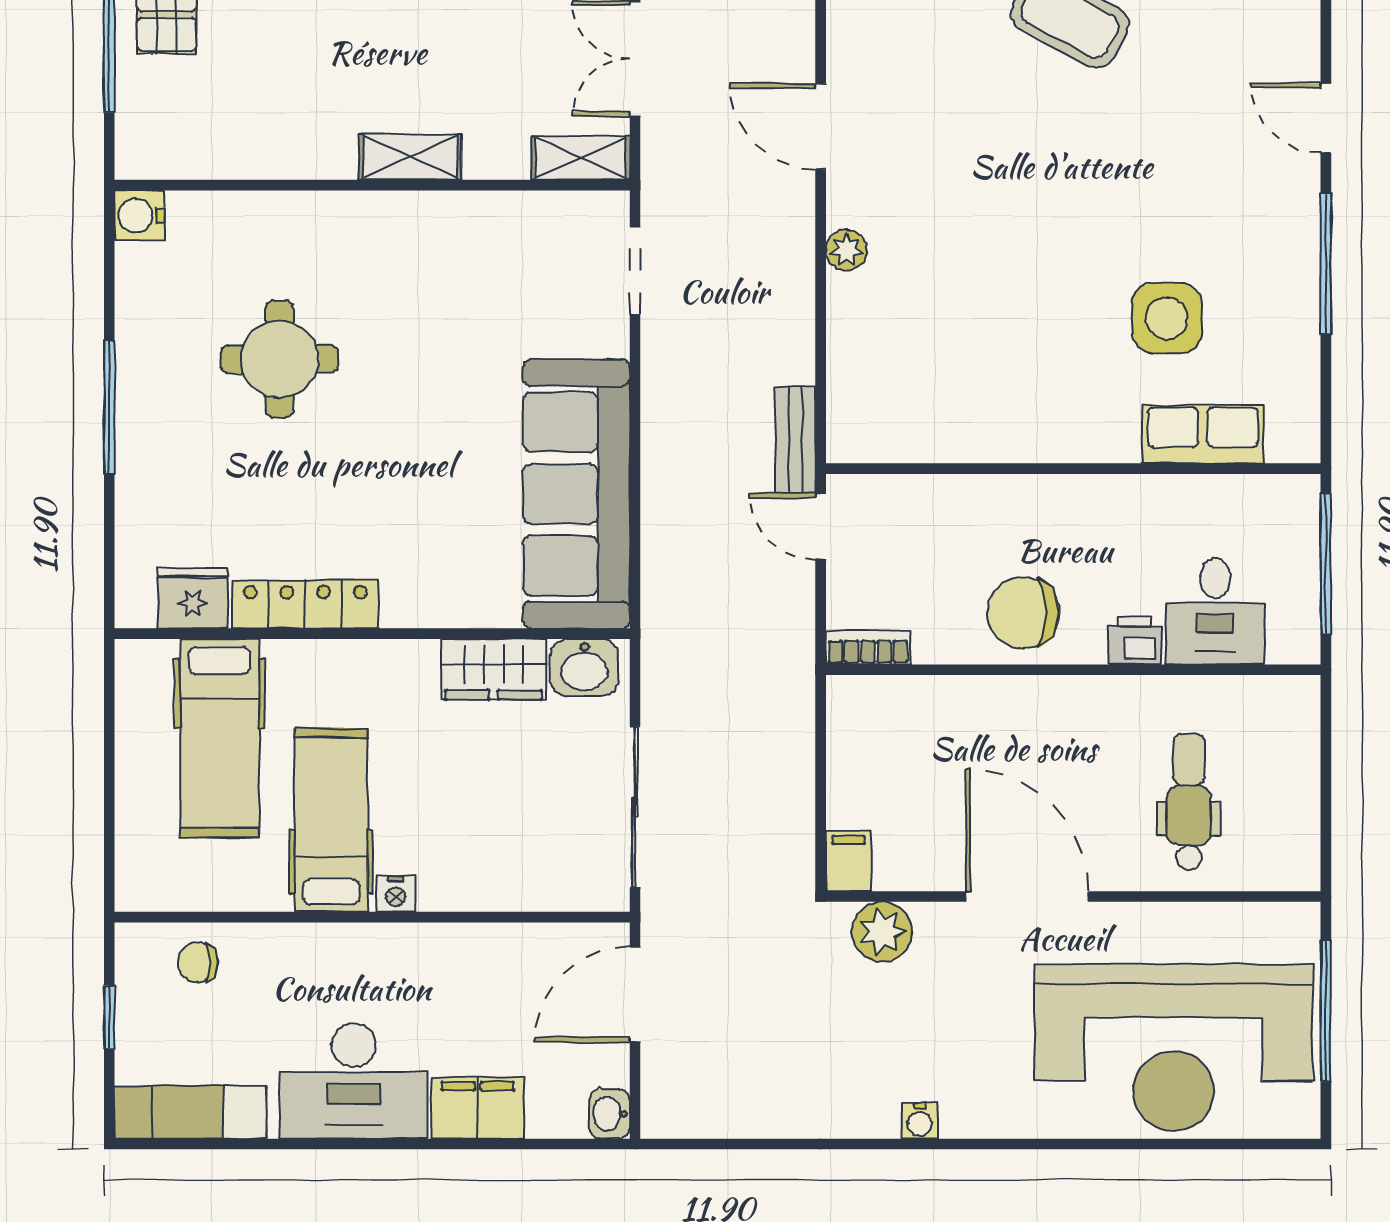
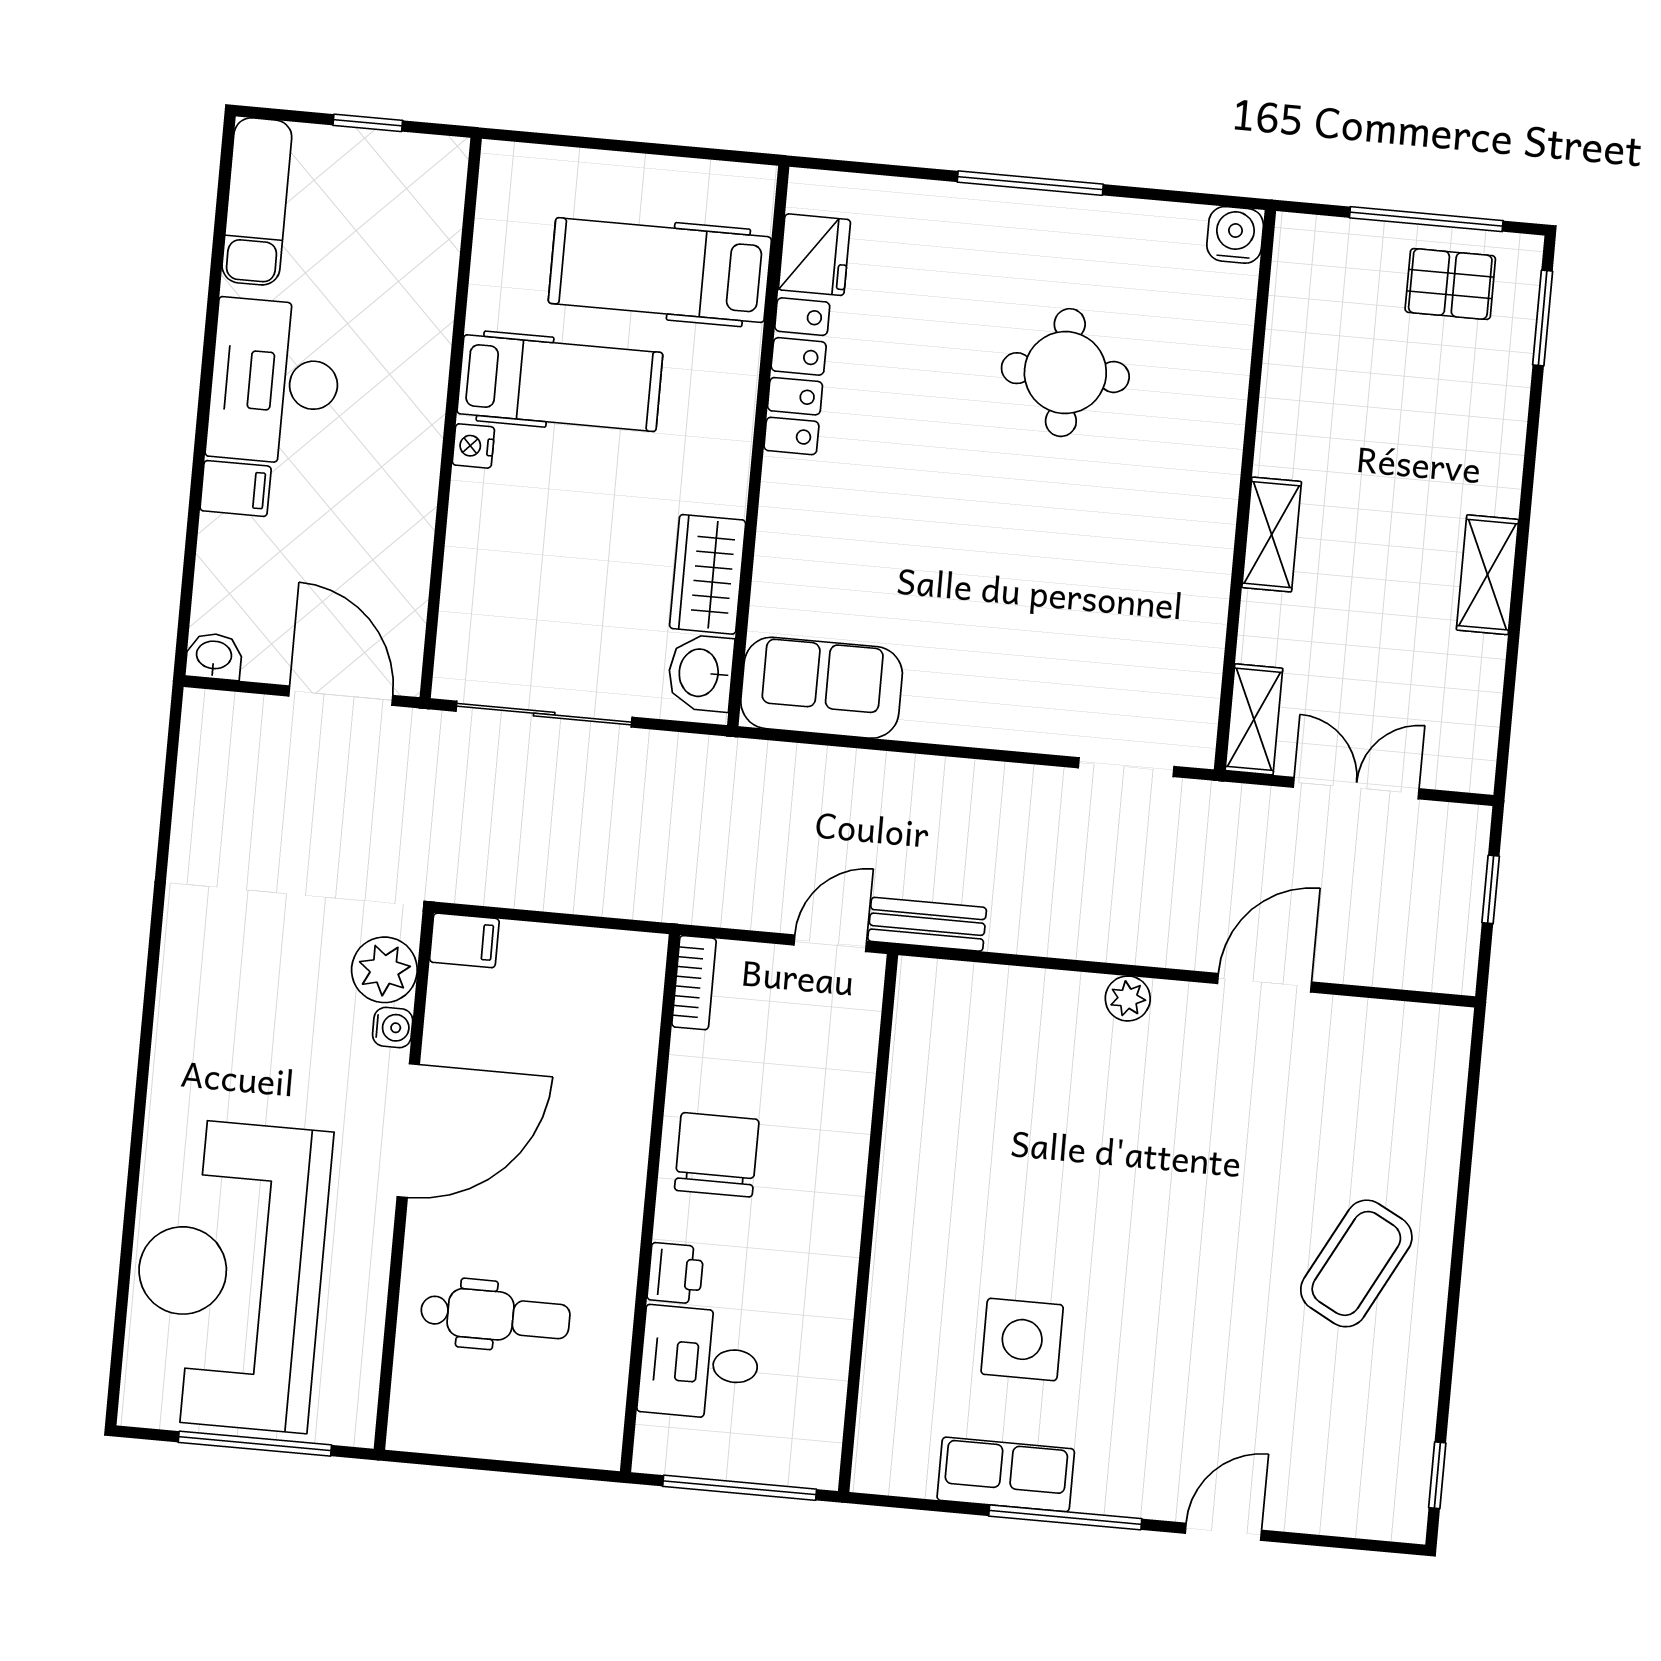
row of seats: (1203, 434) -> (1006, 1474), moved, turned -90
sofa: (576, 494) -> (822, 688), width x0.54, depth x0.79
chair: (198, 962) -> (419, 225), removed
filing cabinet: (478, 1108) -> (236, 488), width x0.50
water cooler: (920, 1121) -> (393, 1027), moved, turned 180

